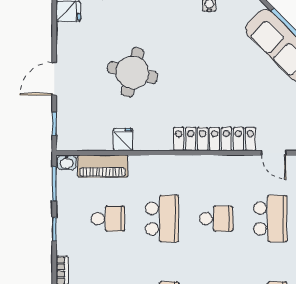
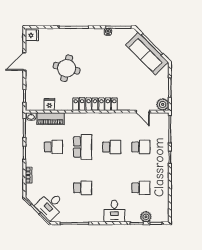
door: (54, 79) -> (24, 61), moved
locker: (214, 139) -> (95, 104), moved
fridge: (123, 140) -> (49, 104), moved
school desk: (270, 219) -> (141, 147), width x0.54

